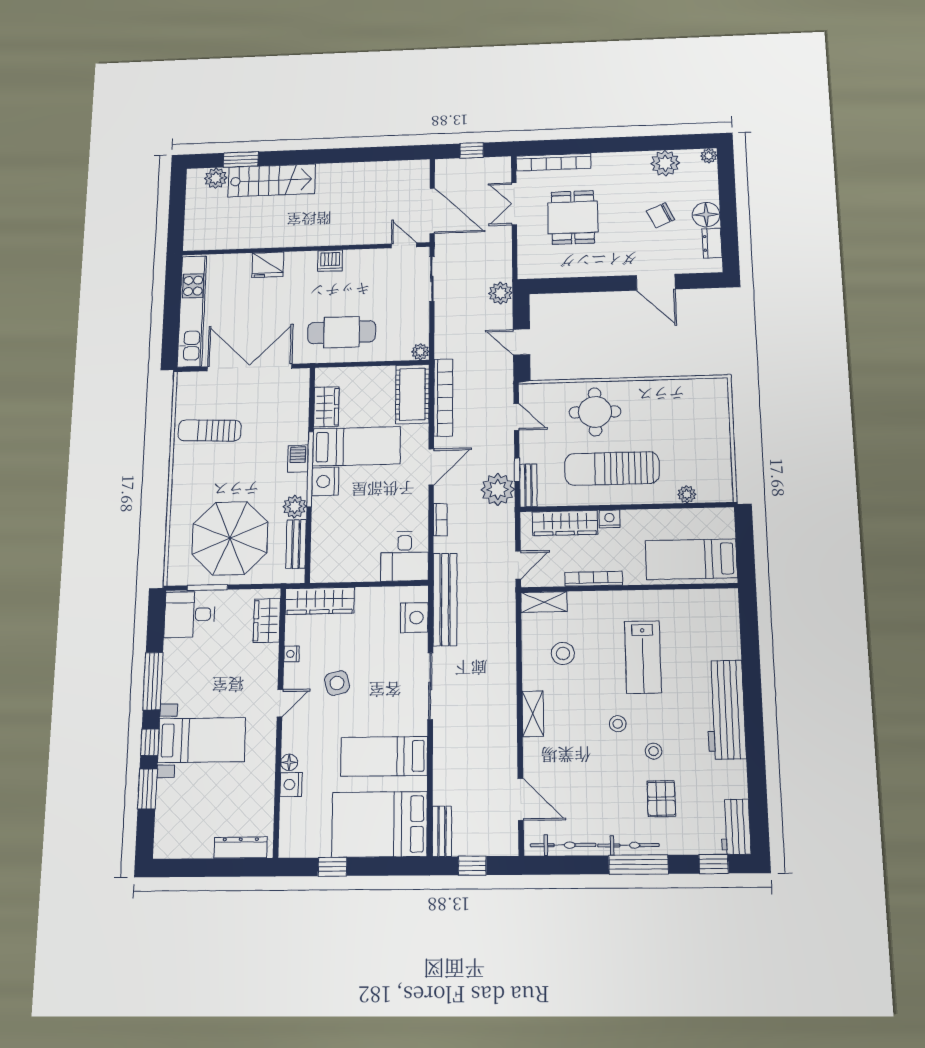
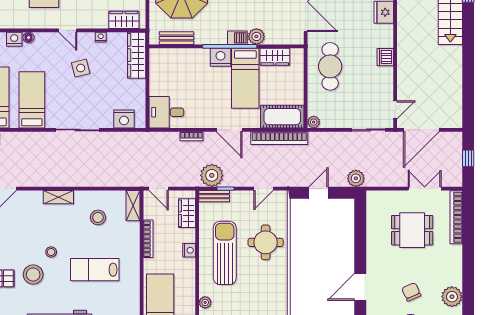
plant: (295, 507) -> (256, 36), moved
wardrobe: (565, 523) -> (187, 213), width x0.67
bench: (445, 599) -> (136, 140), removed
stool: (654, 751) -> (33, 275), width x1.89, depth x1.89

